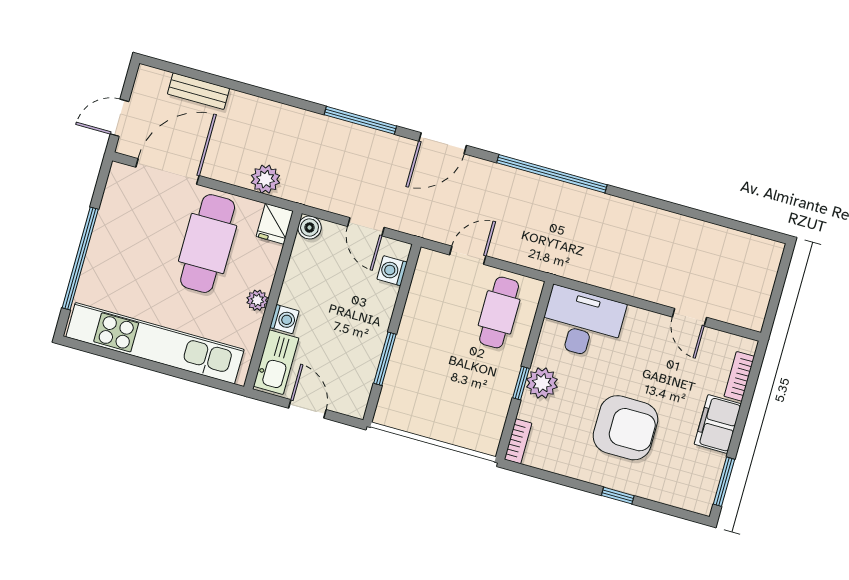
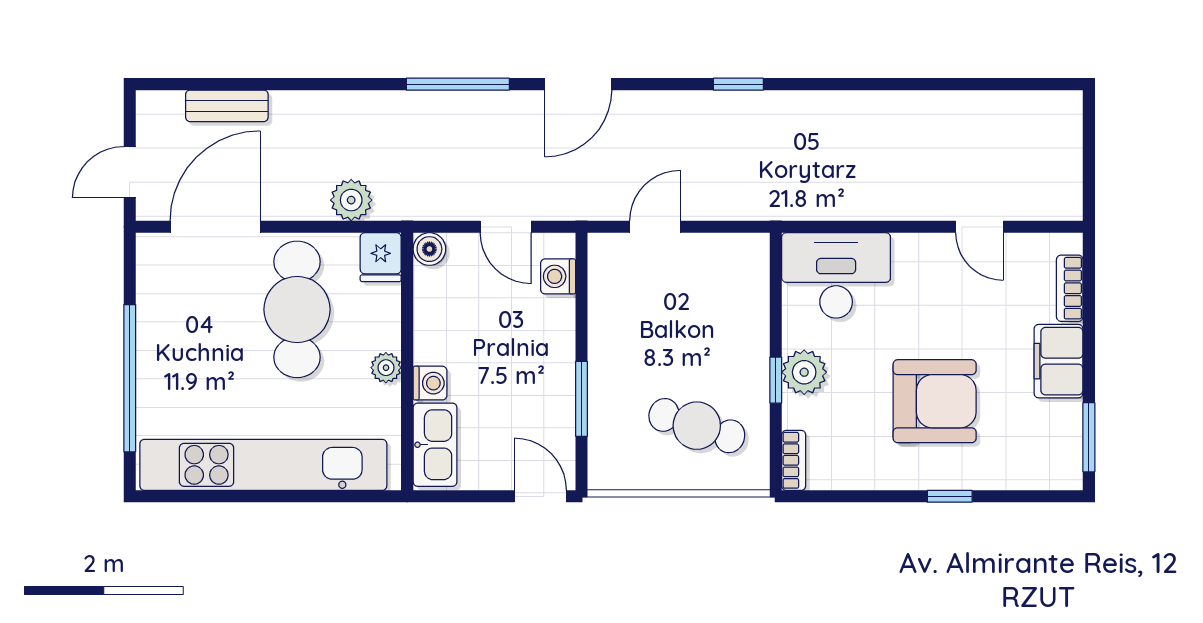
window: (552, 174) -> (738, 84), width x0.32
cafe table: (499, 312) -> (697, 426), moved, turned -72
door: (307, 409) -> (540, 496), moved

